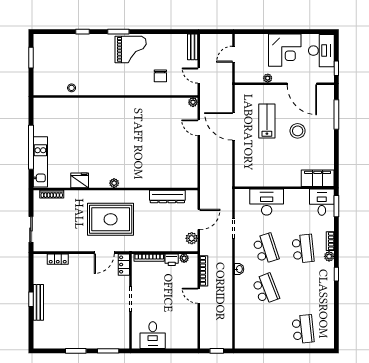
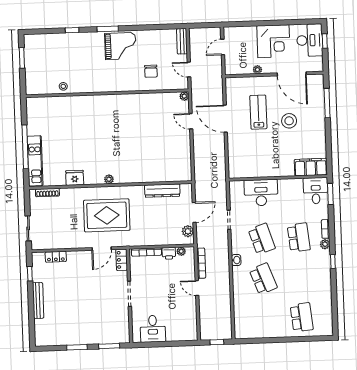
window: (336, 68) -> (325, 41), moved
window: (31, 299) -> (30, 274), moved

